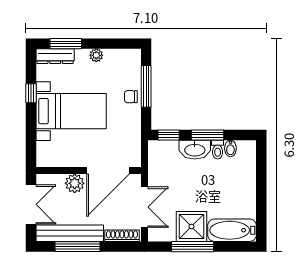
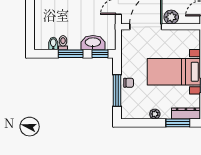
washbasin: (195, 150) -> (93, 43), moved

